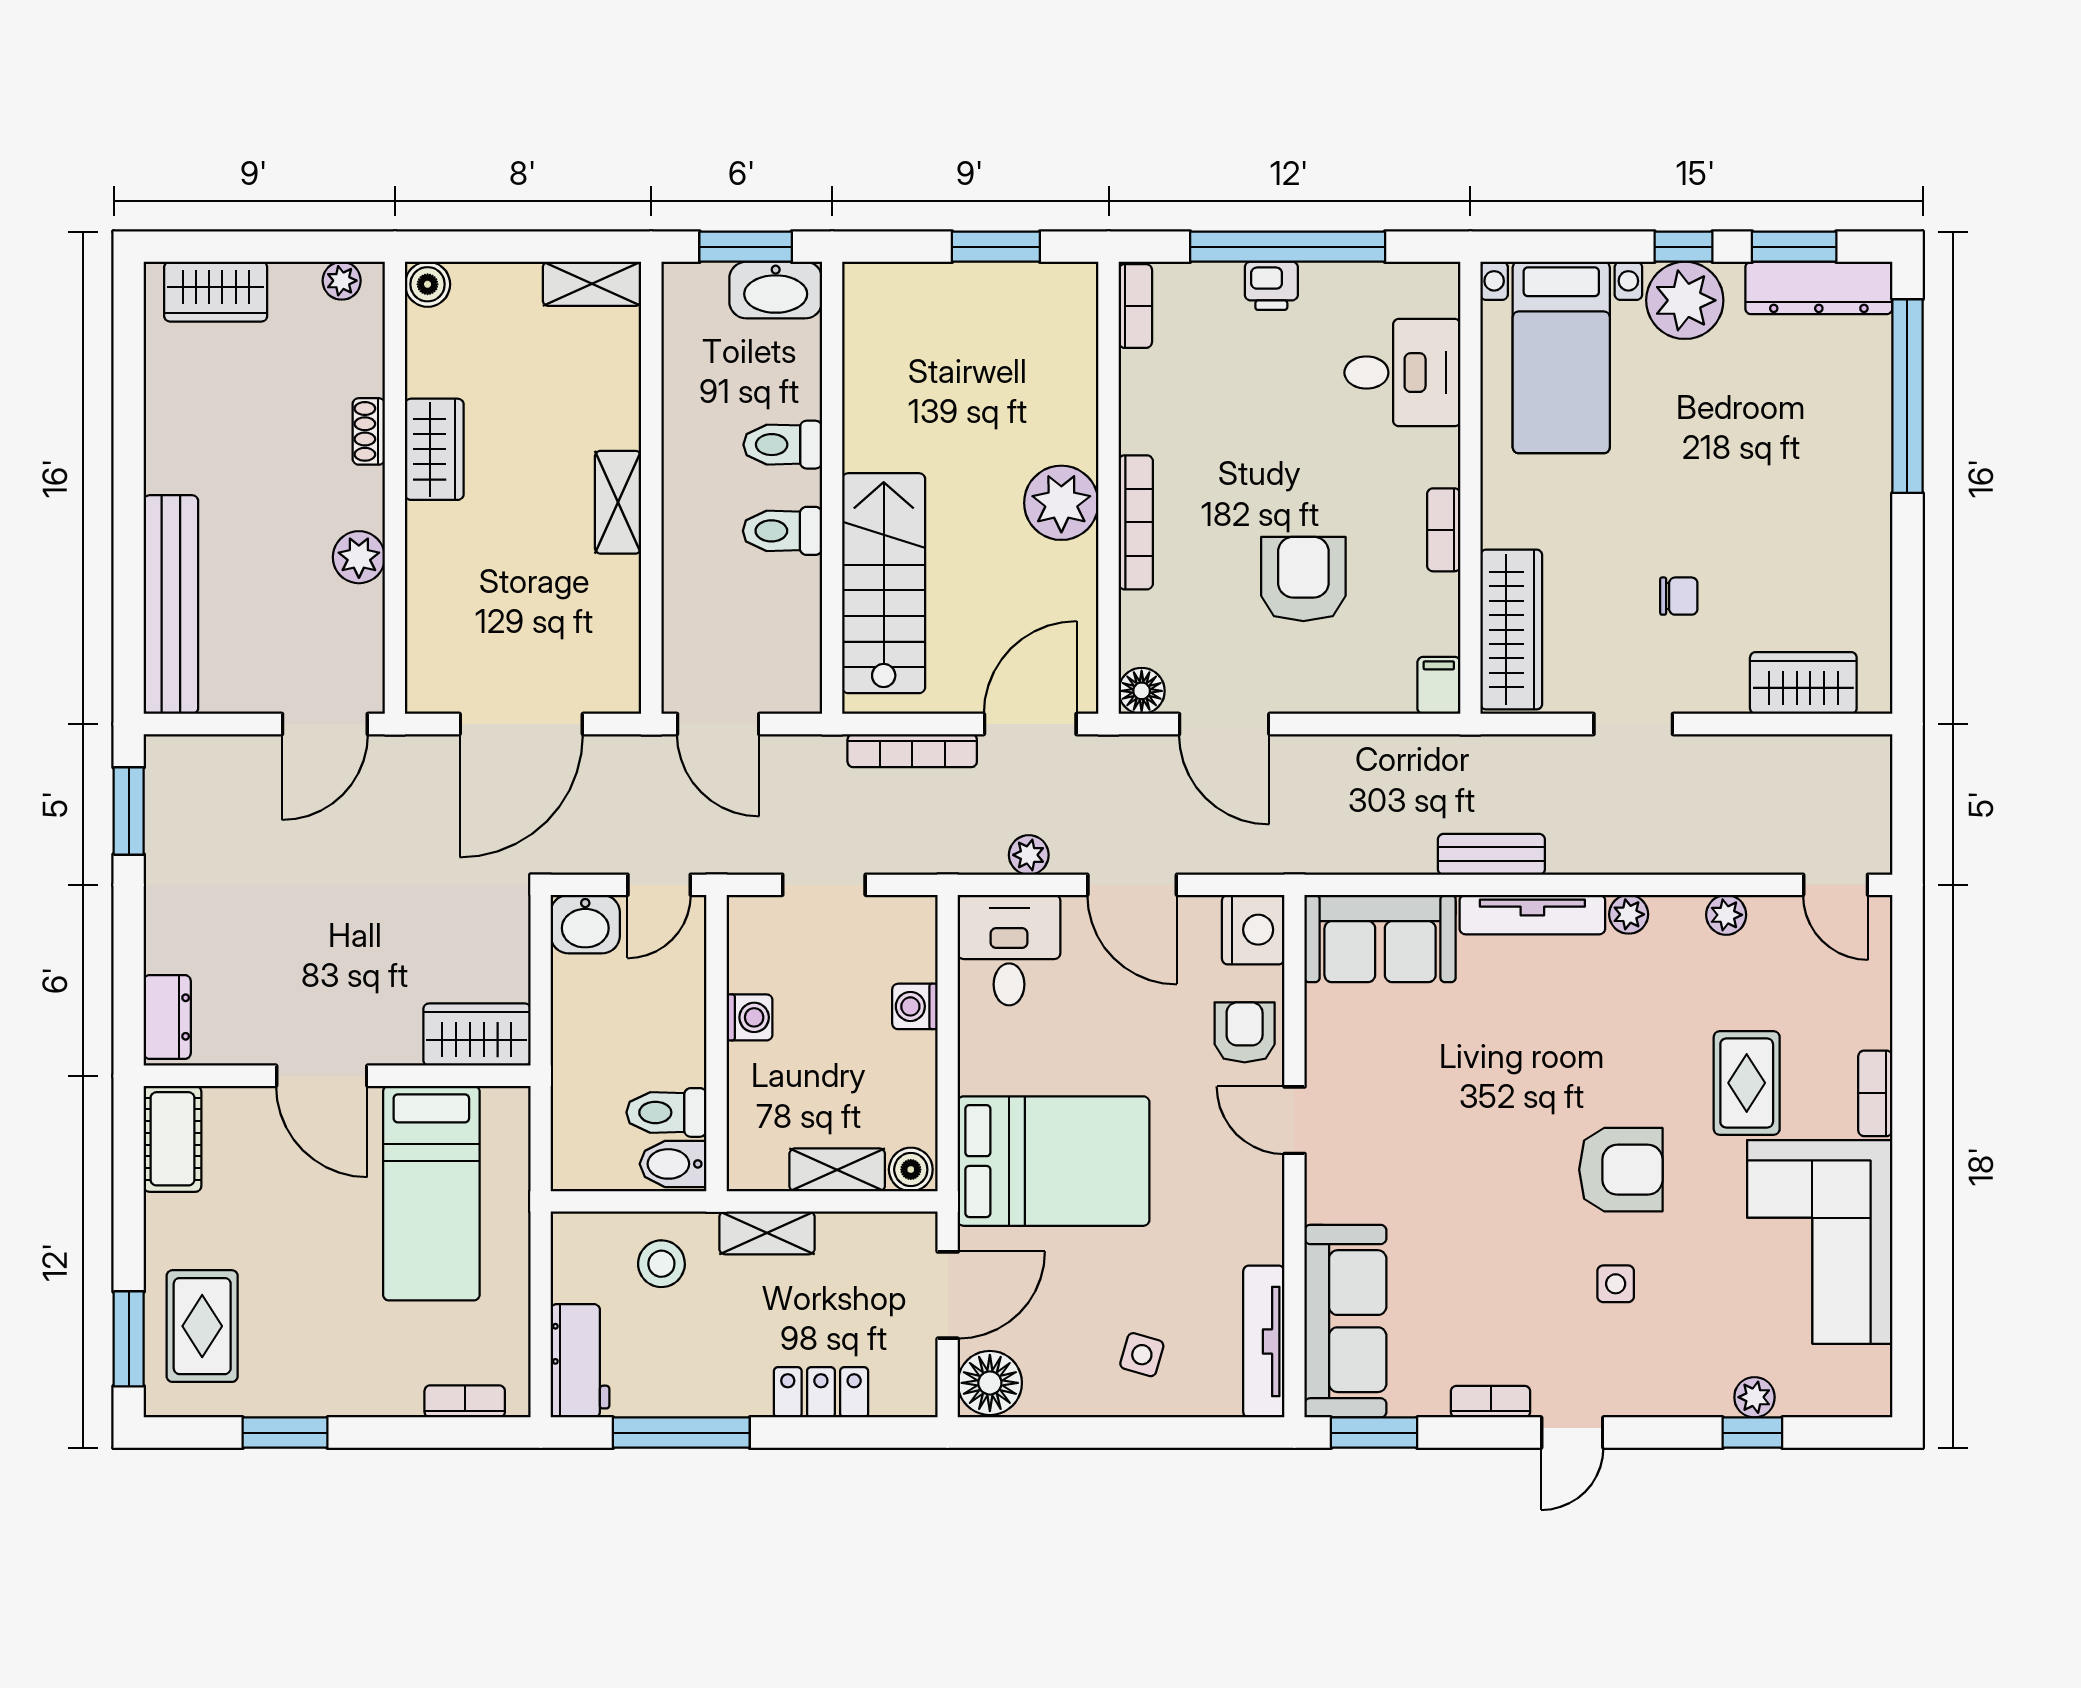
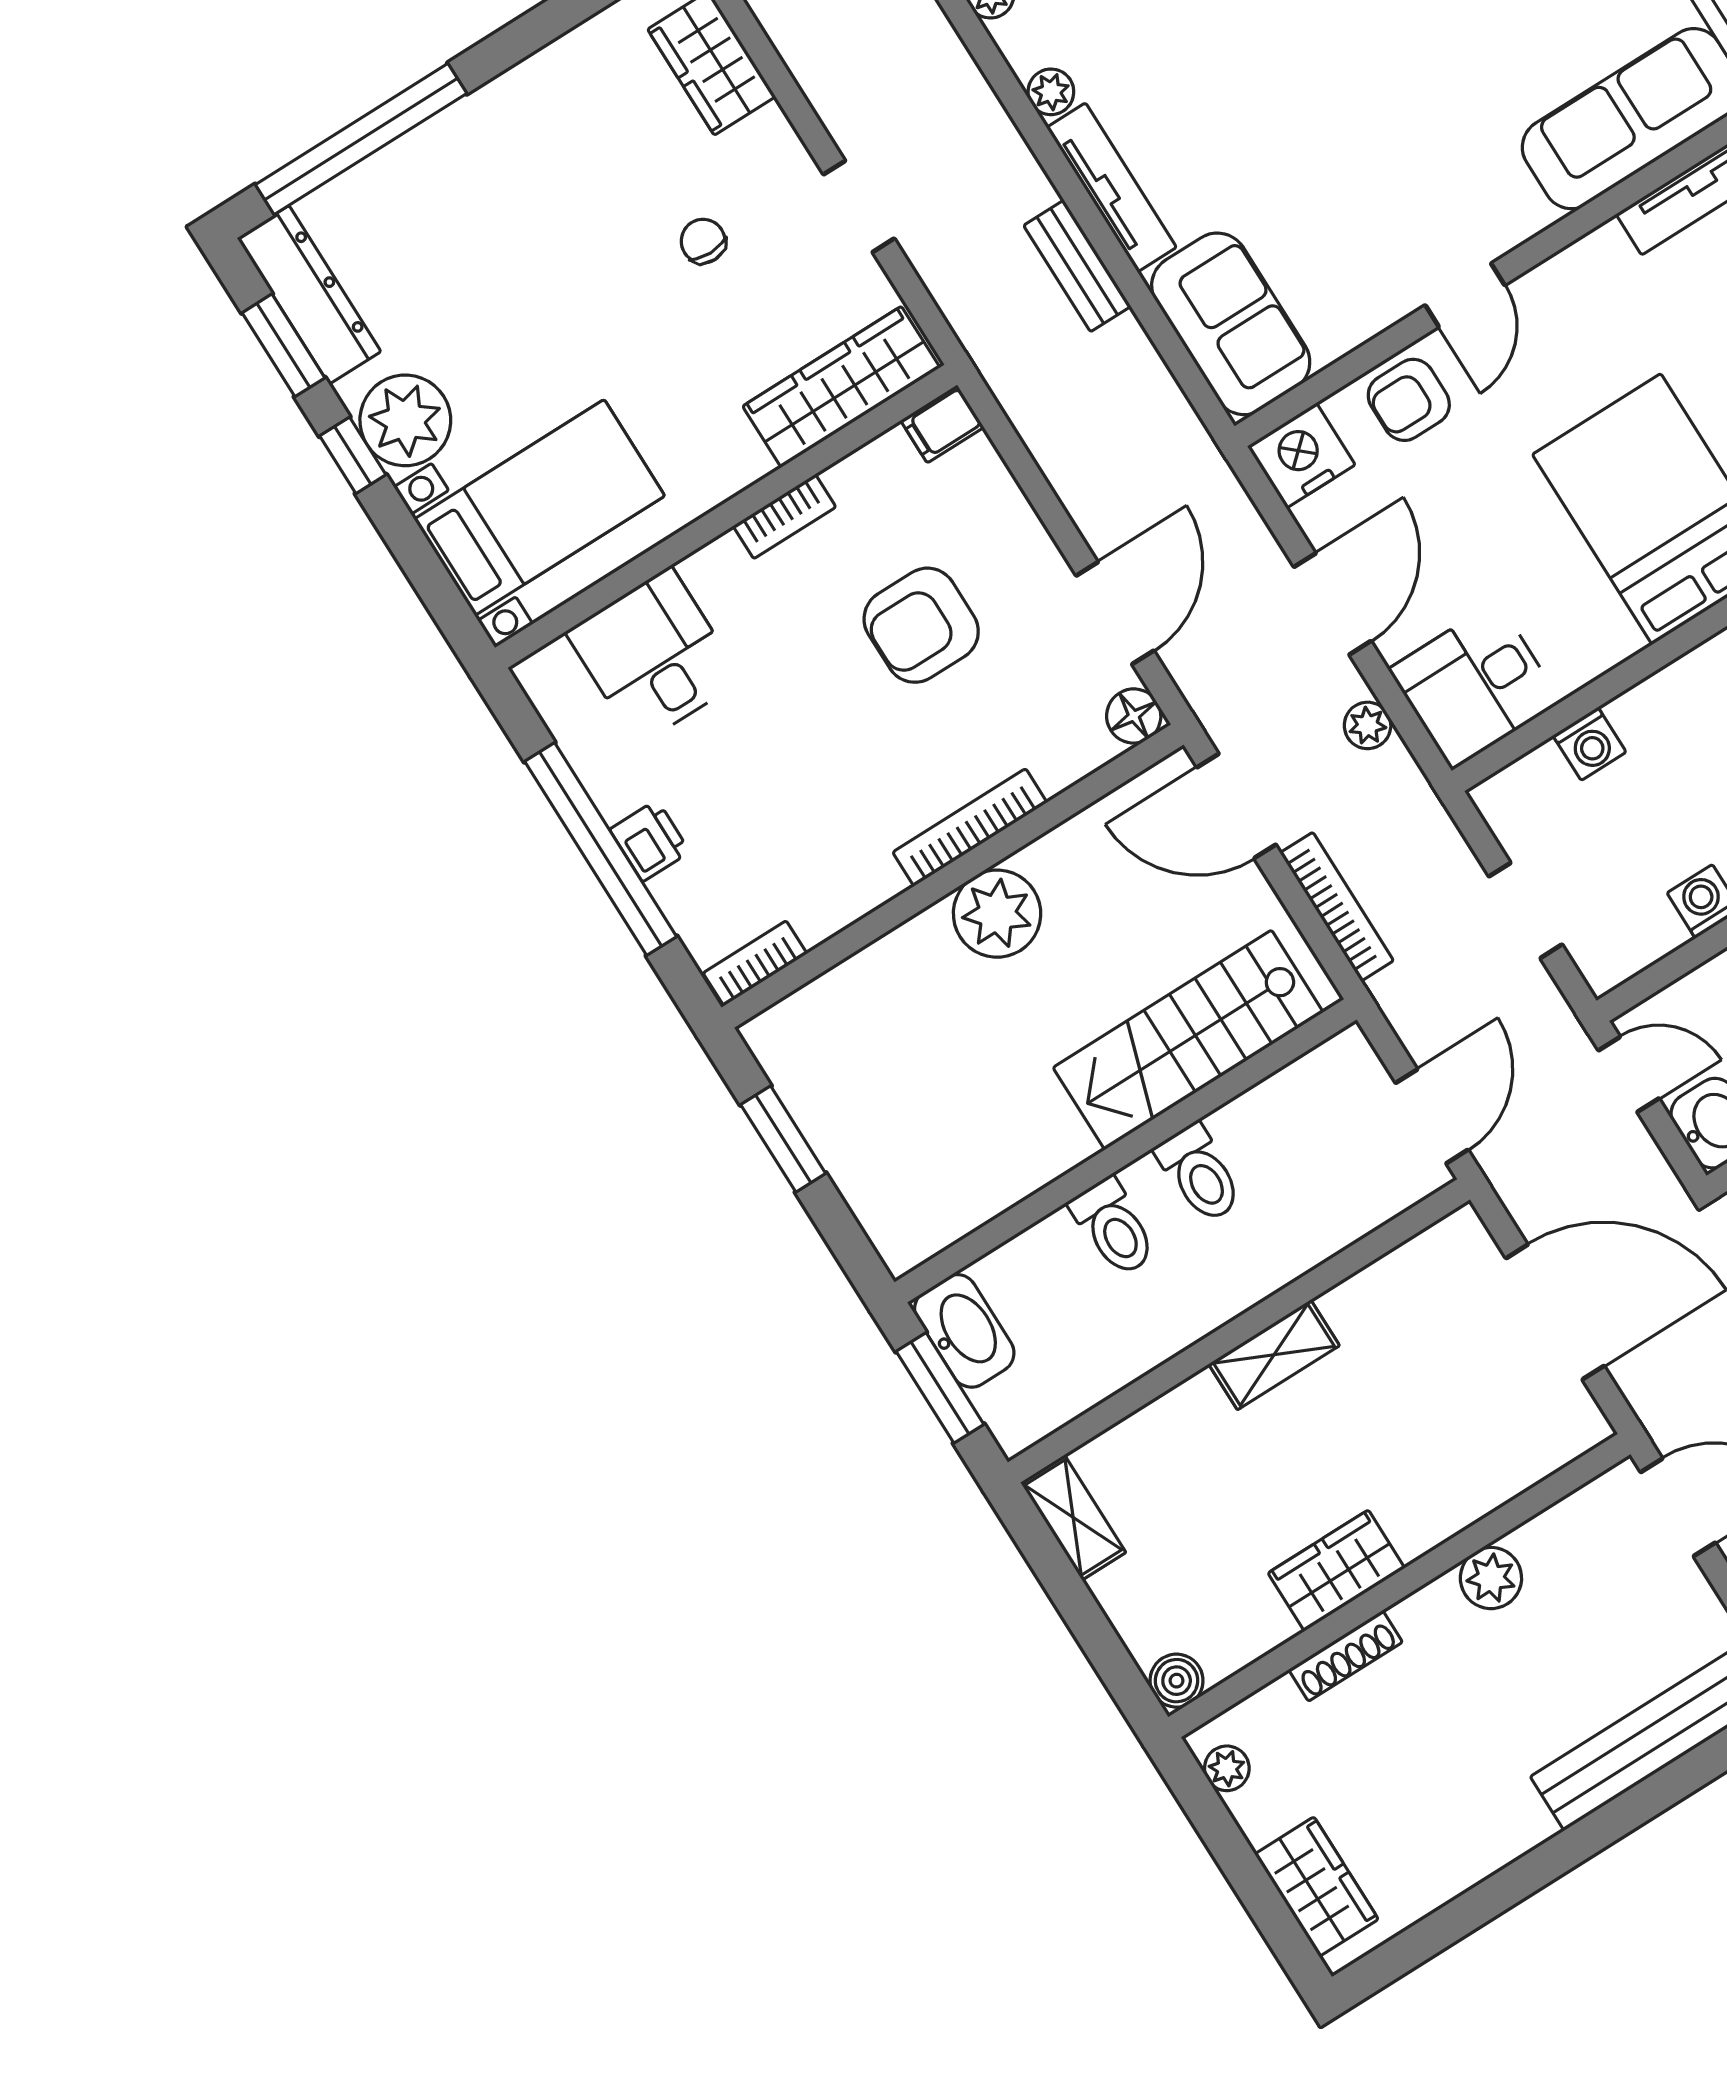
shoe rack: (369, 431) -> (1346, 1656), width x1.43

